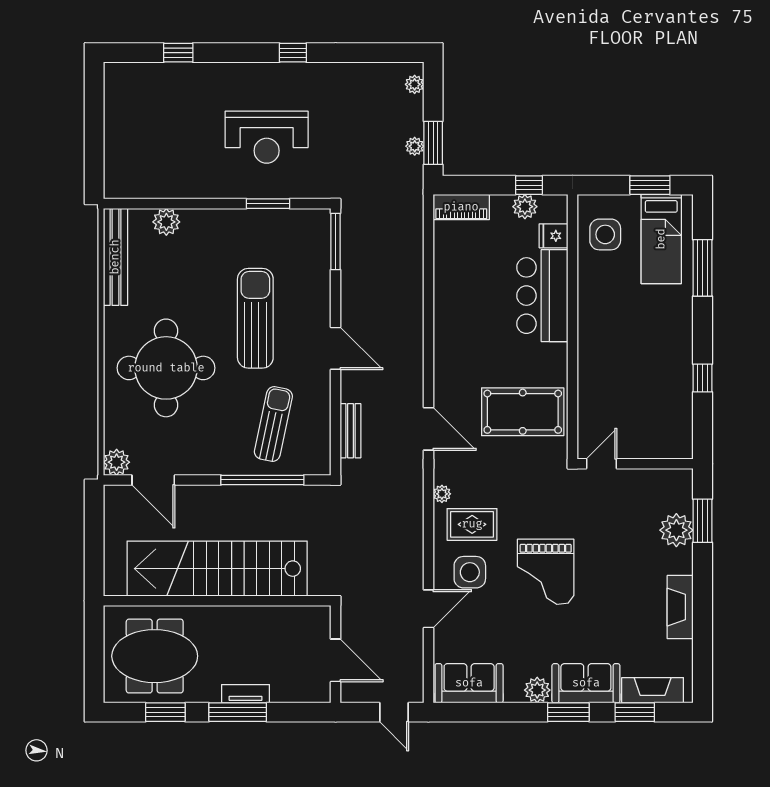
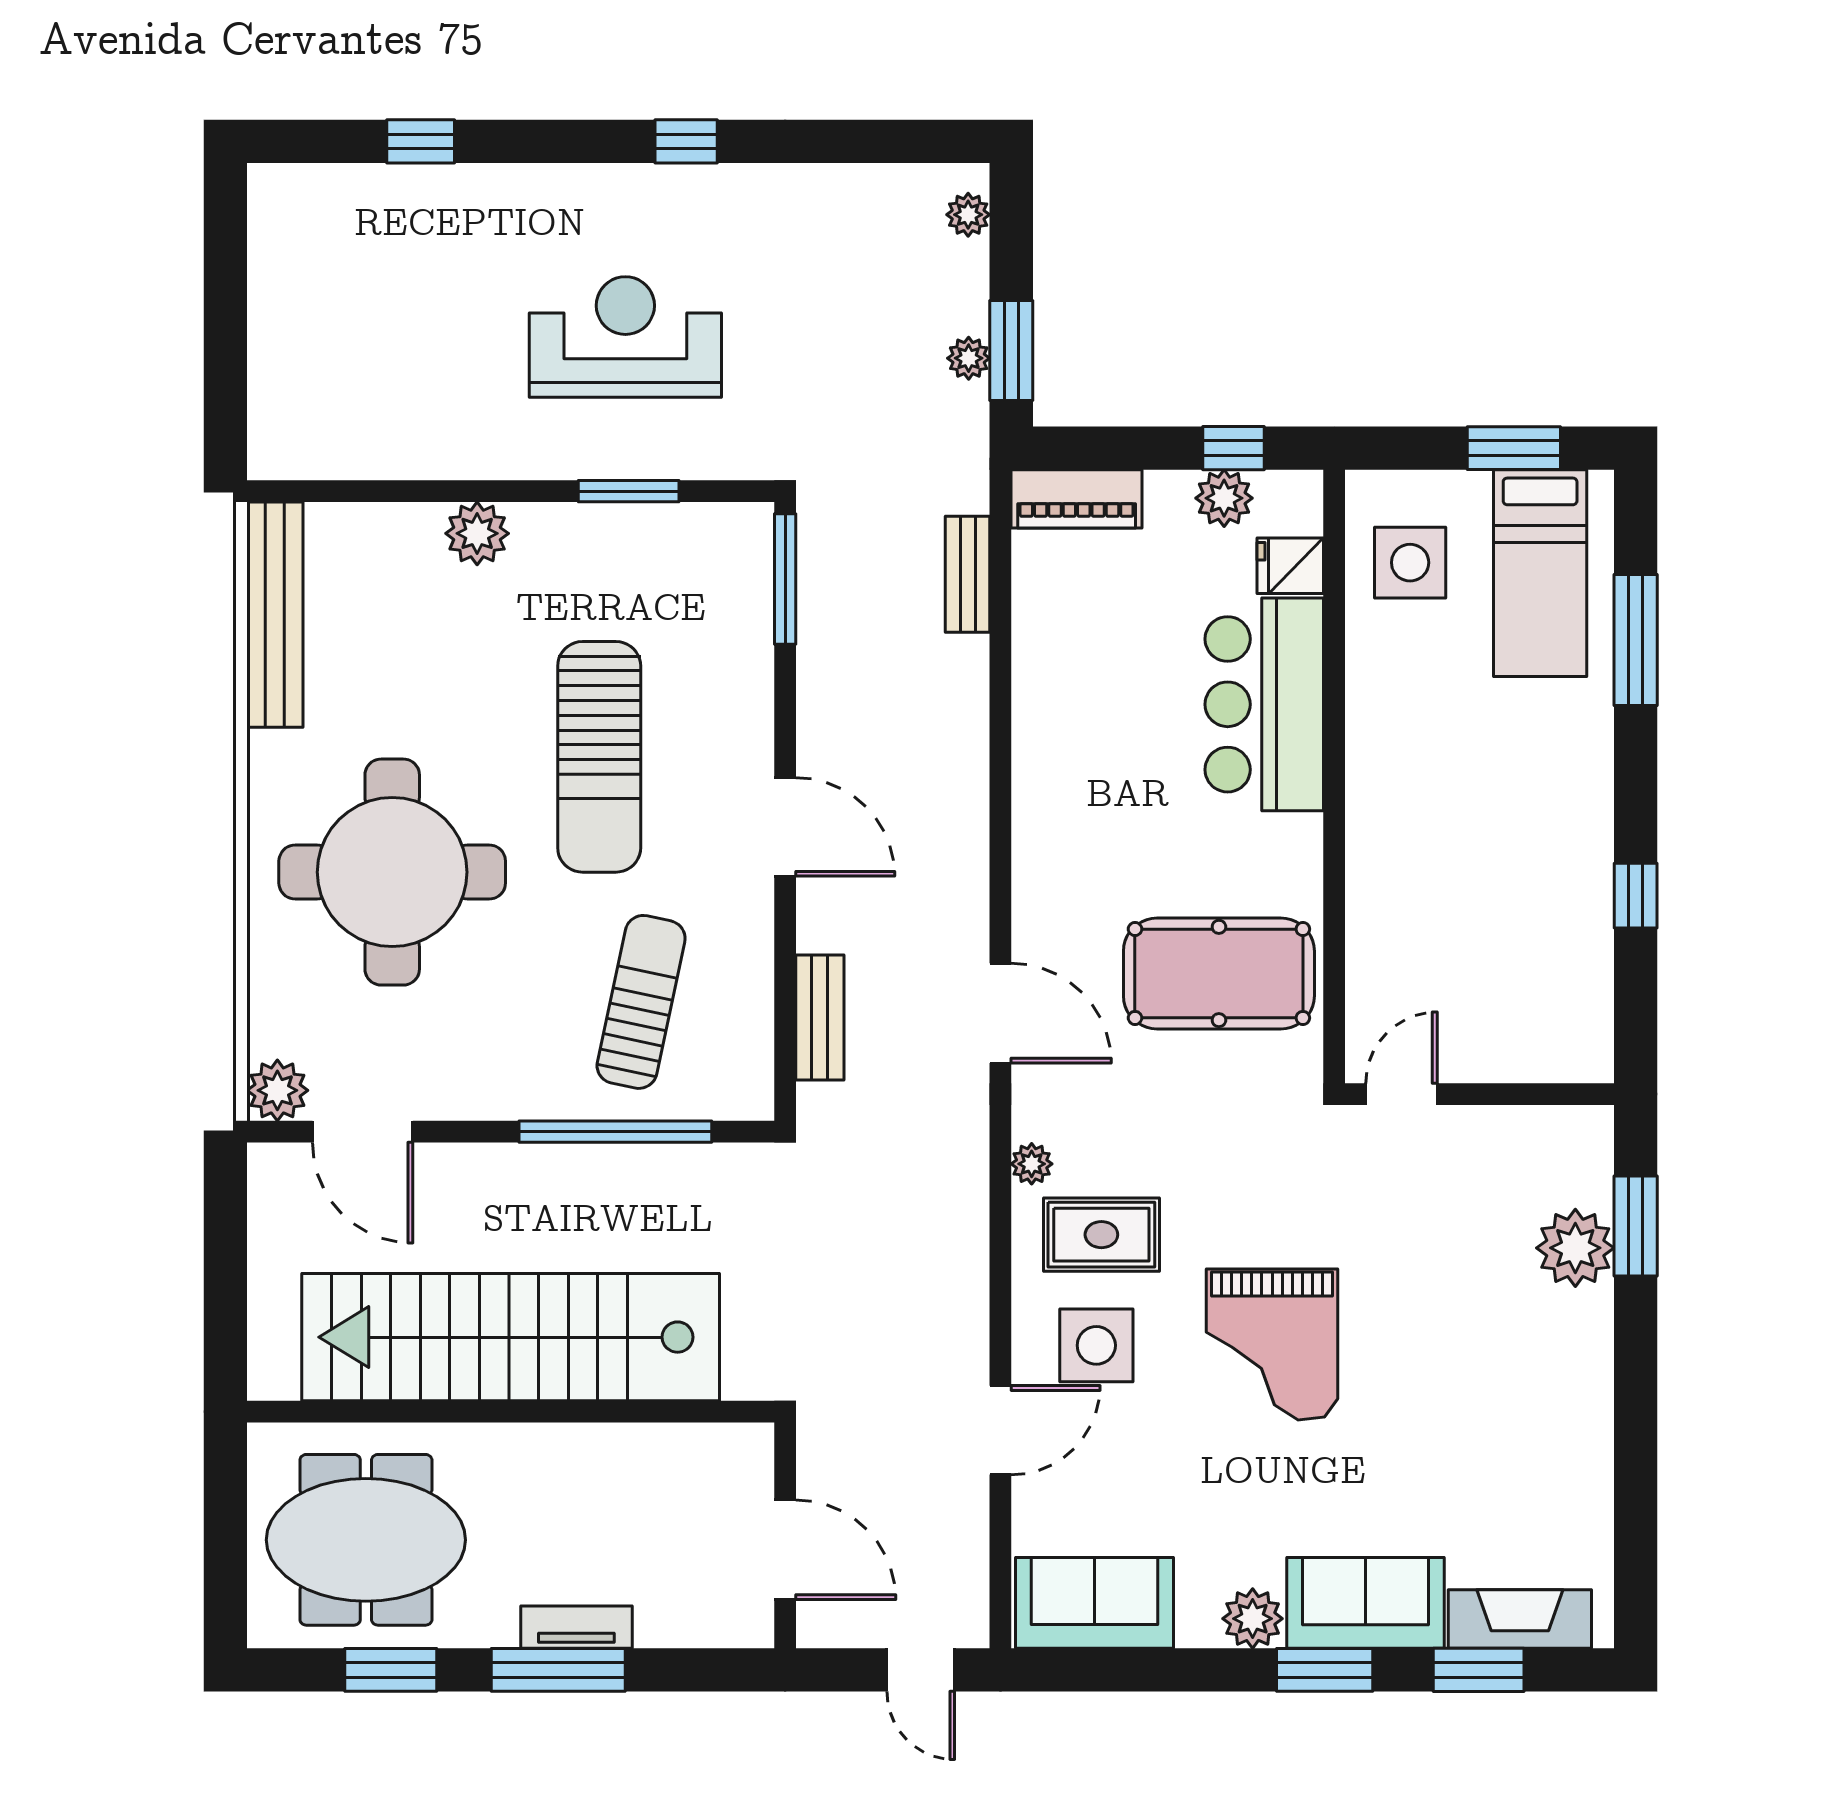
reception desk: (267, 137) -> (625, 337), turned 180
plant: (166, 222) -> (477, 533), moved
bench: (414, 239) -> (968, 574), added
sun lounger: (255, 318) -> (599, 757), turned 180
fireplace: (680, 607) -> (1584, 1426), removed

